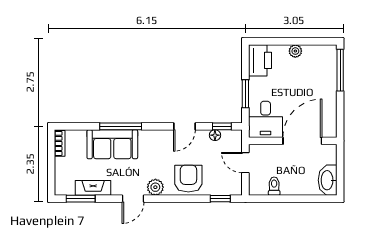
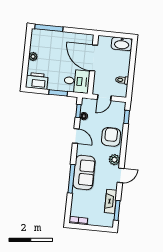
sofa: (112, 144) -> (84, 173), moved
armchair: (188, 179) -> (111, 137), turned 90
door: (133, 199) -> (121, 175), hinge flipped

